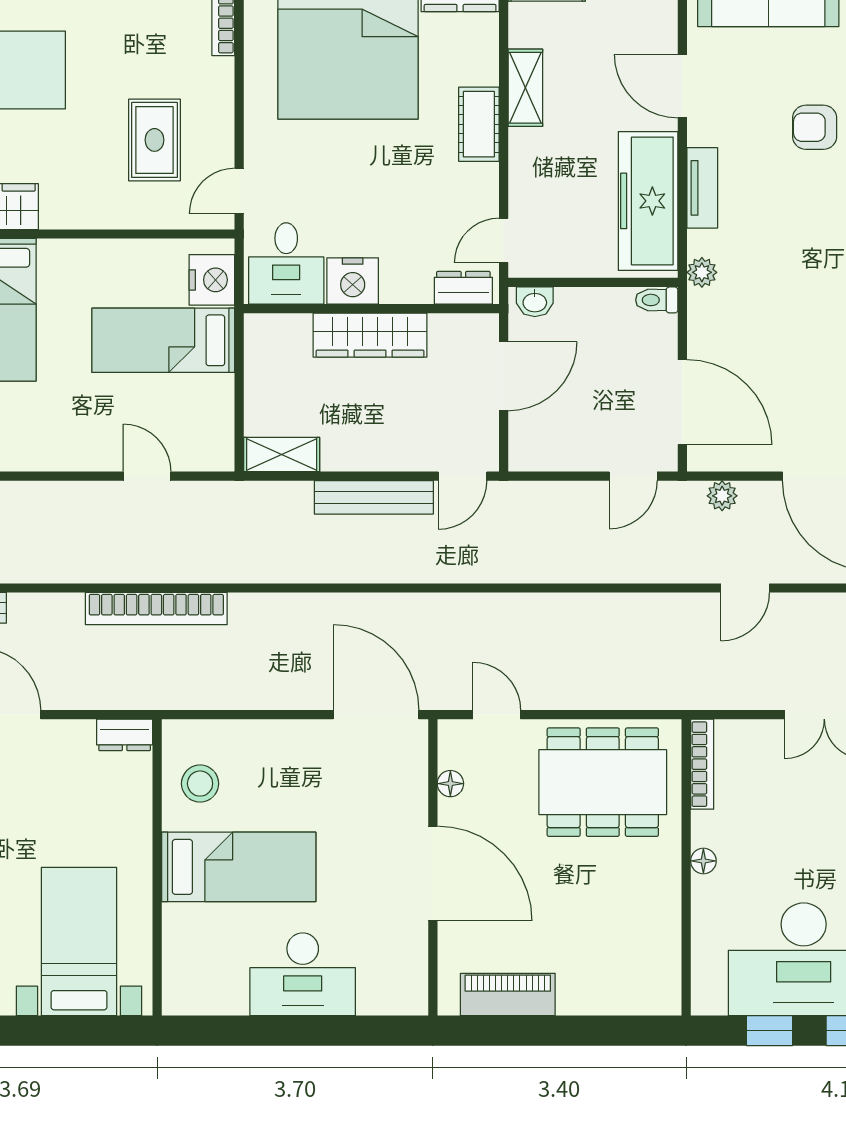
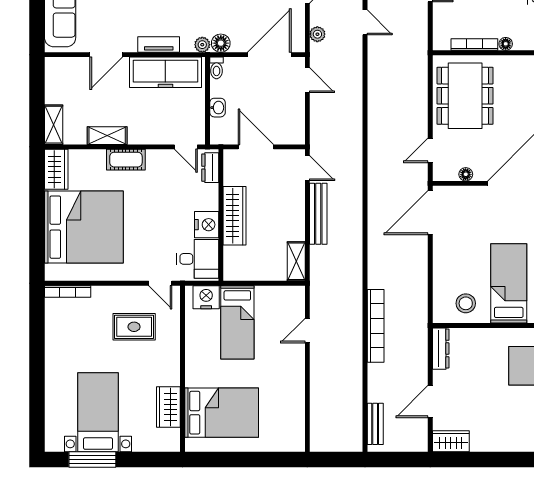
washbasin: (535, 302) -> (217, 108), moved
floor lamp: (705, 308) -> (221, 43), added
dresser: (125, 735) -> (441, 349), width x1.44
bookcase: (702, 764) -> (474, 45), moved

